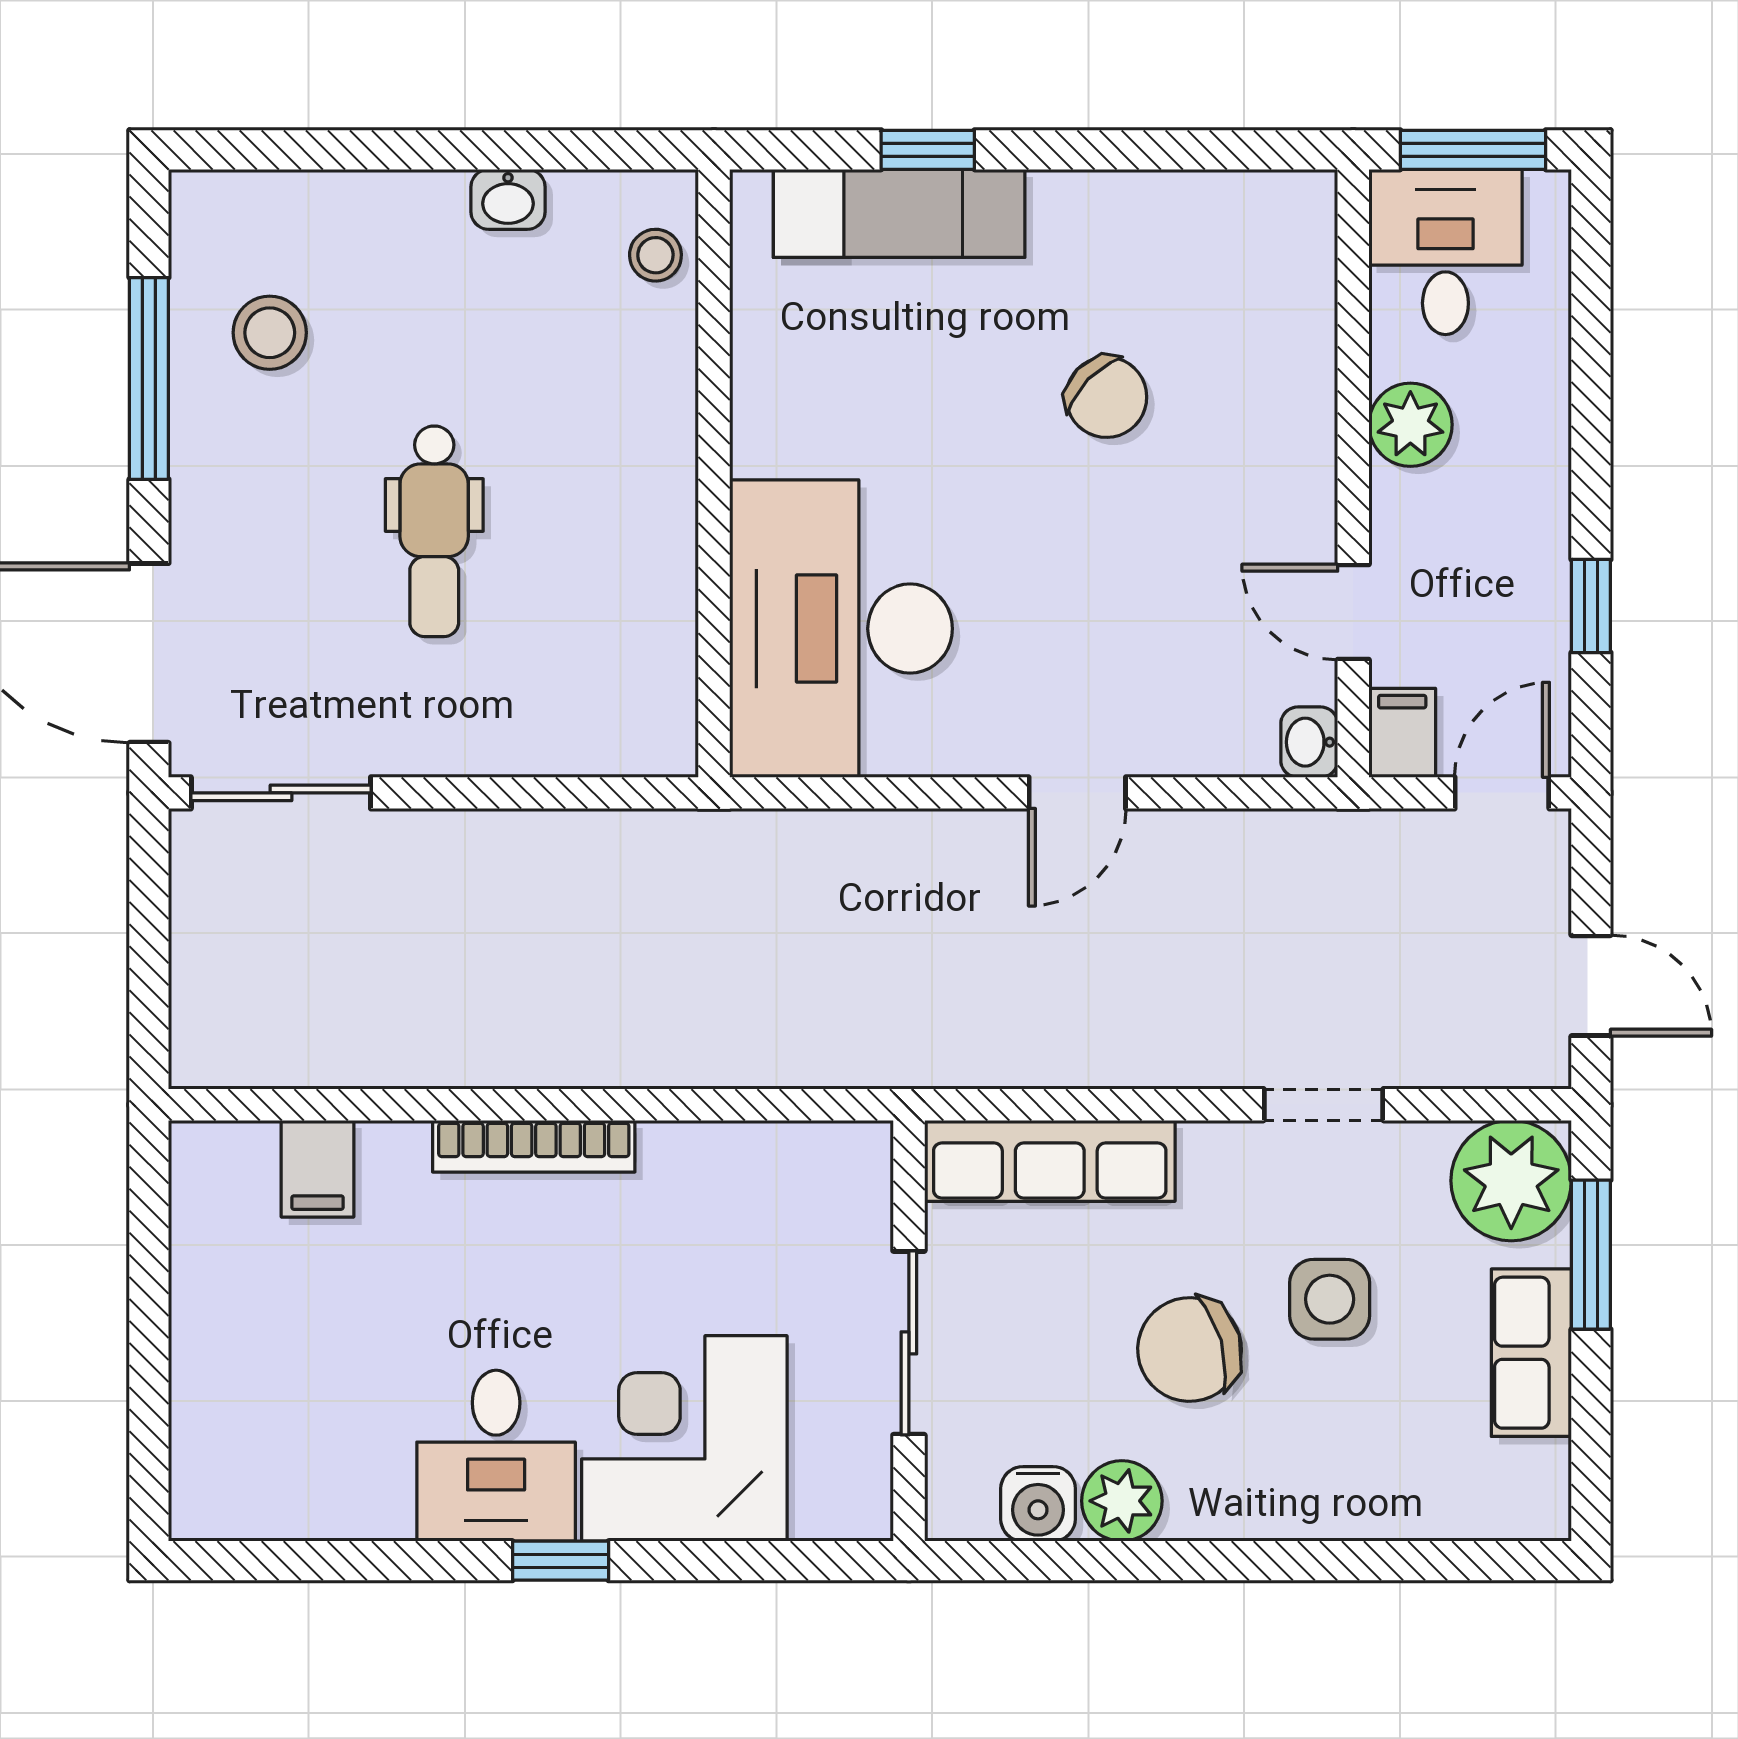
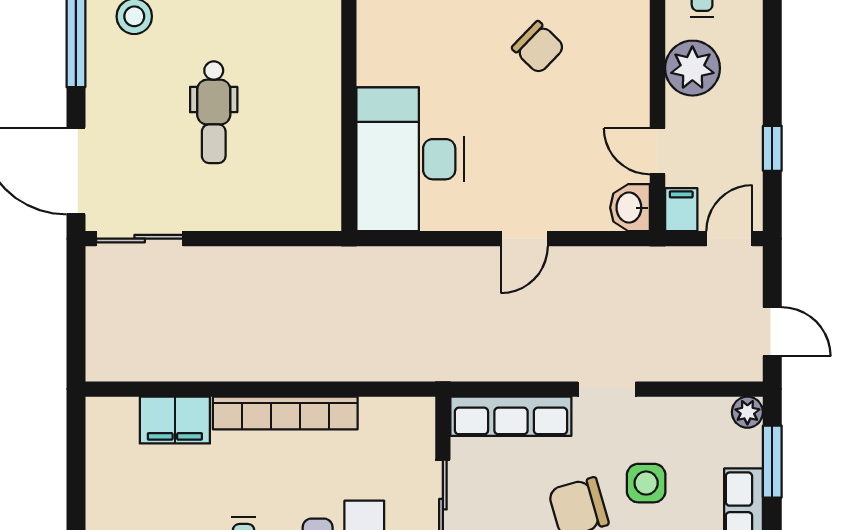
plant: (1410, 425) -> (692, 68), width x1.36, depth x1.36
washbasin: (1309, 742) -> (630, 208), width x1.38, depth x1.45
doorway: (1323, 1105) -> (607, 389), moved
bookcase: (534, 1146) -> (285, 413), width x1.48, depth x1.31
filing cabinet: (317, 1169) -> (175, 420), width x2.00
plant: (1511, 1181) -> (747, 412), width x0.53, depth x0.53

